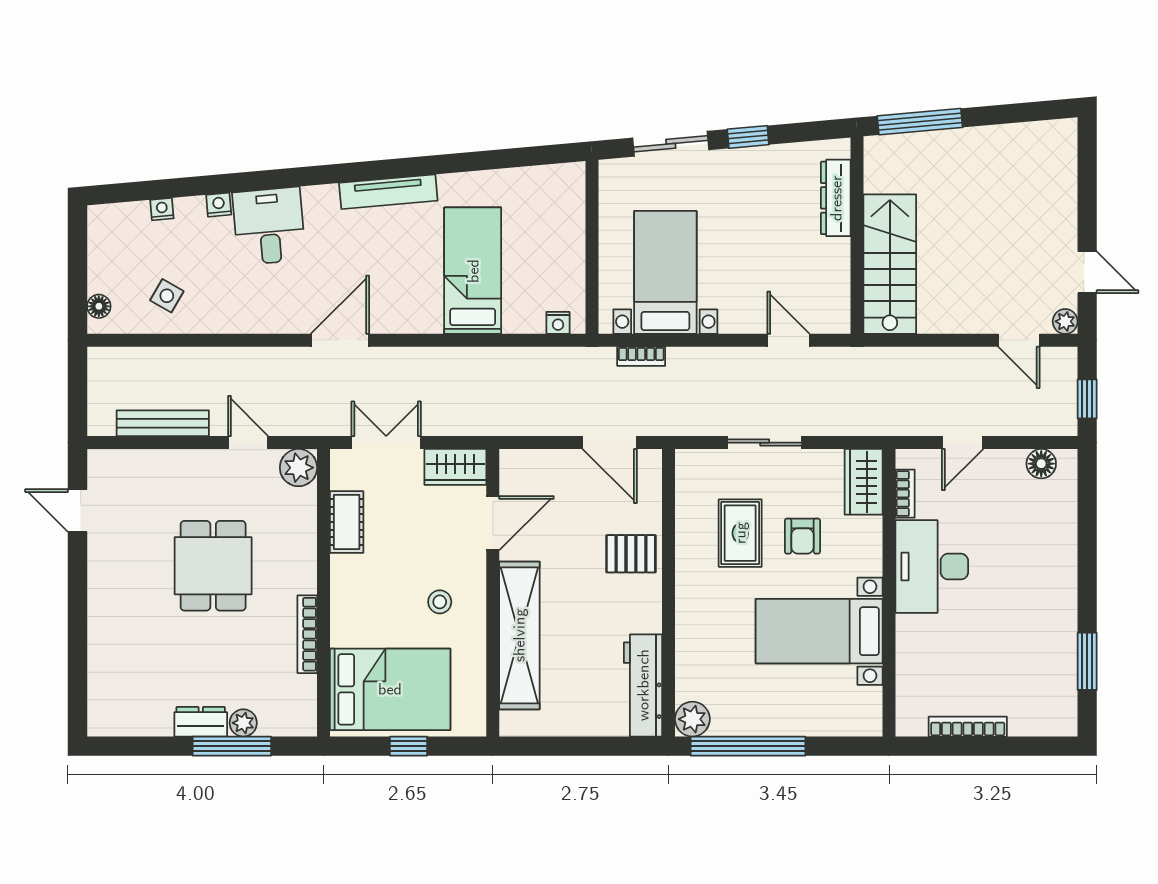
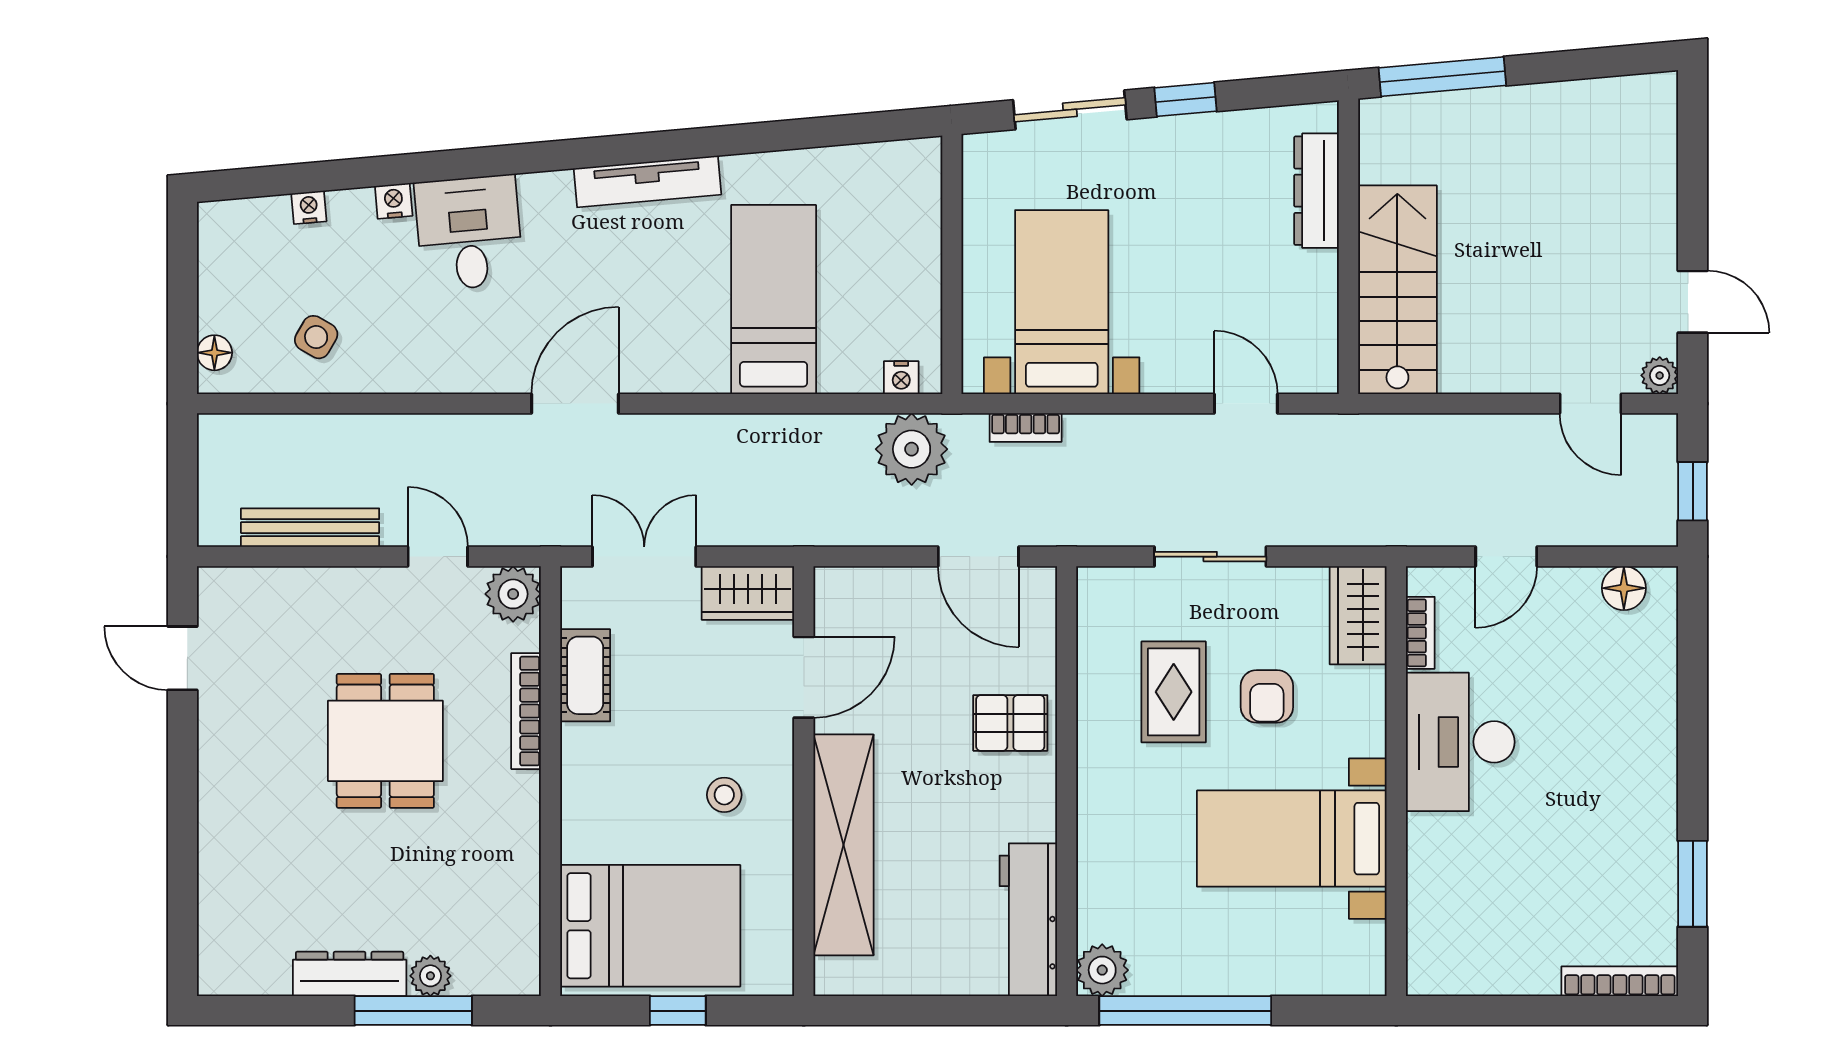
plant: (565, 371) -> (912, 449), added
bookcase: (307, 634) -> (526, 711), moved
dresser: (201, 722) -> (350, 974), width x1.44
bookcase: (968, 727) -> (1620, 981), moved

